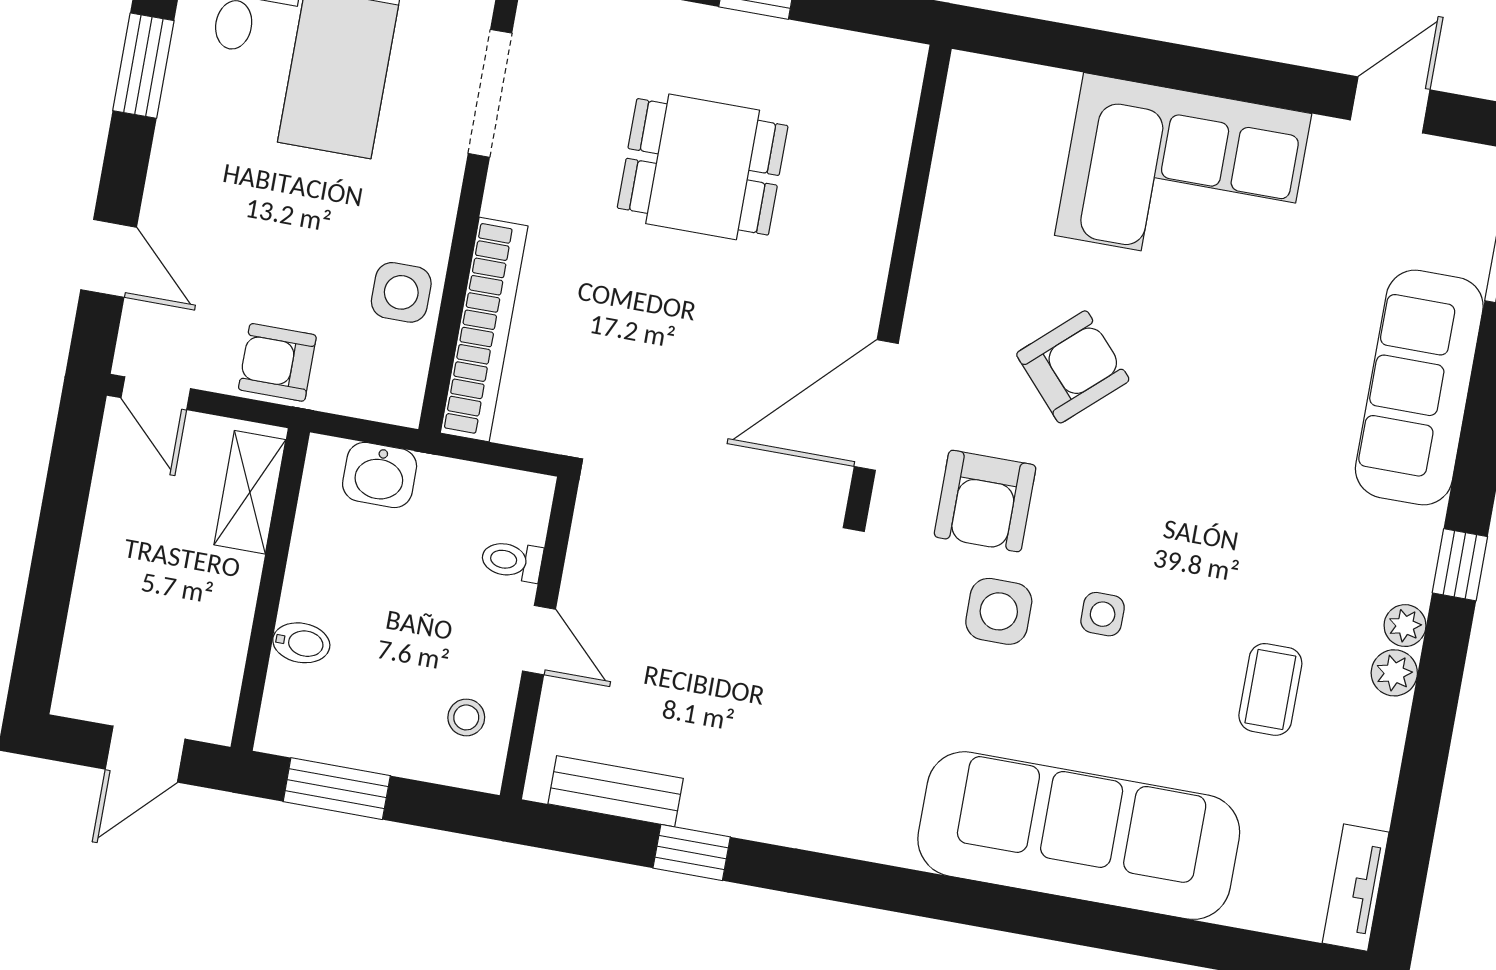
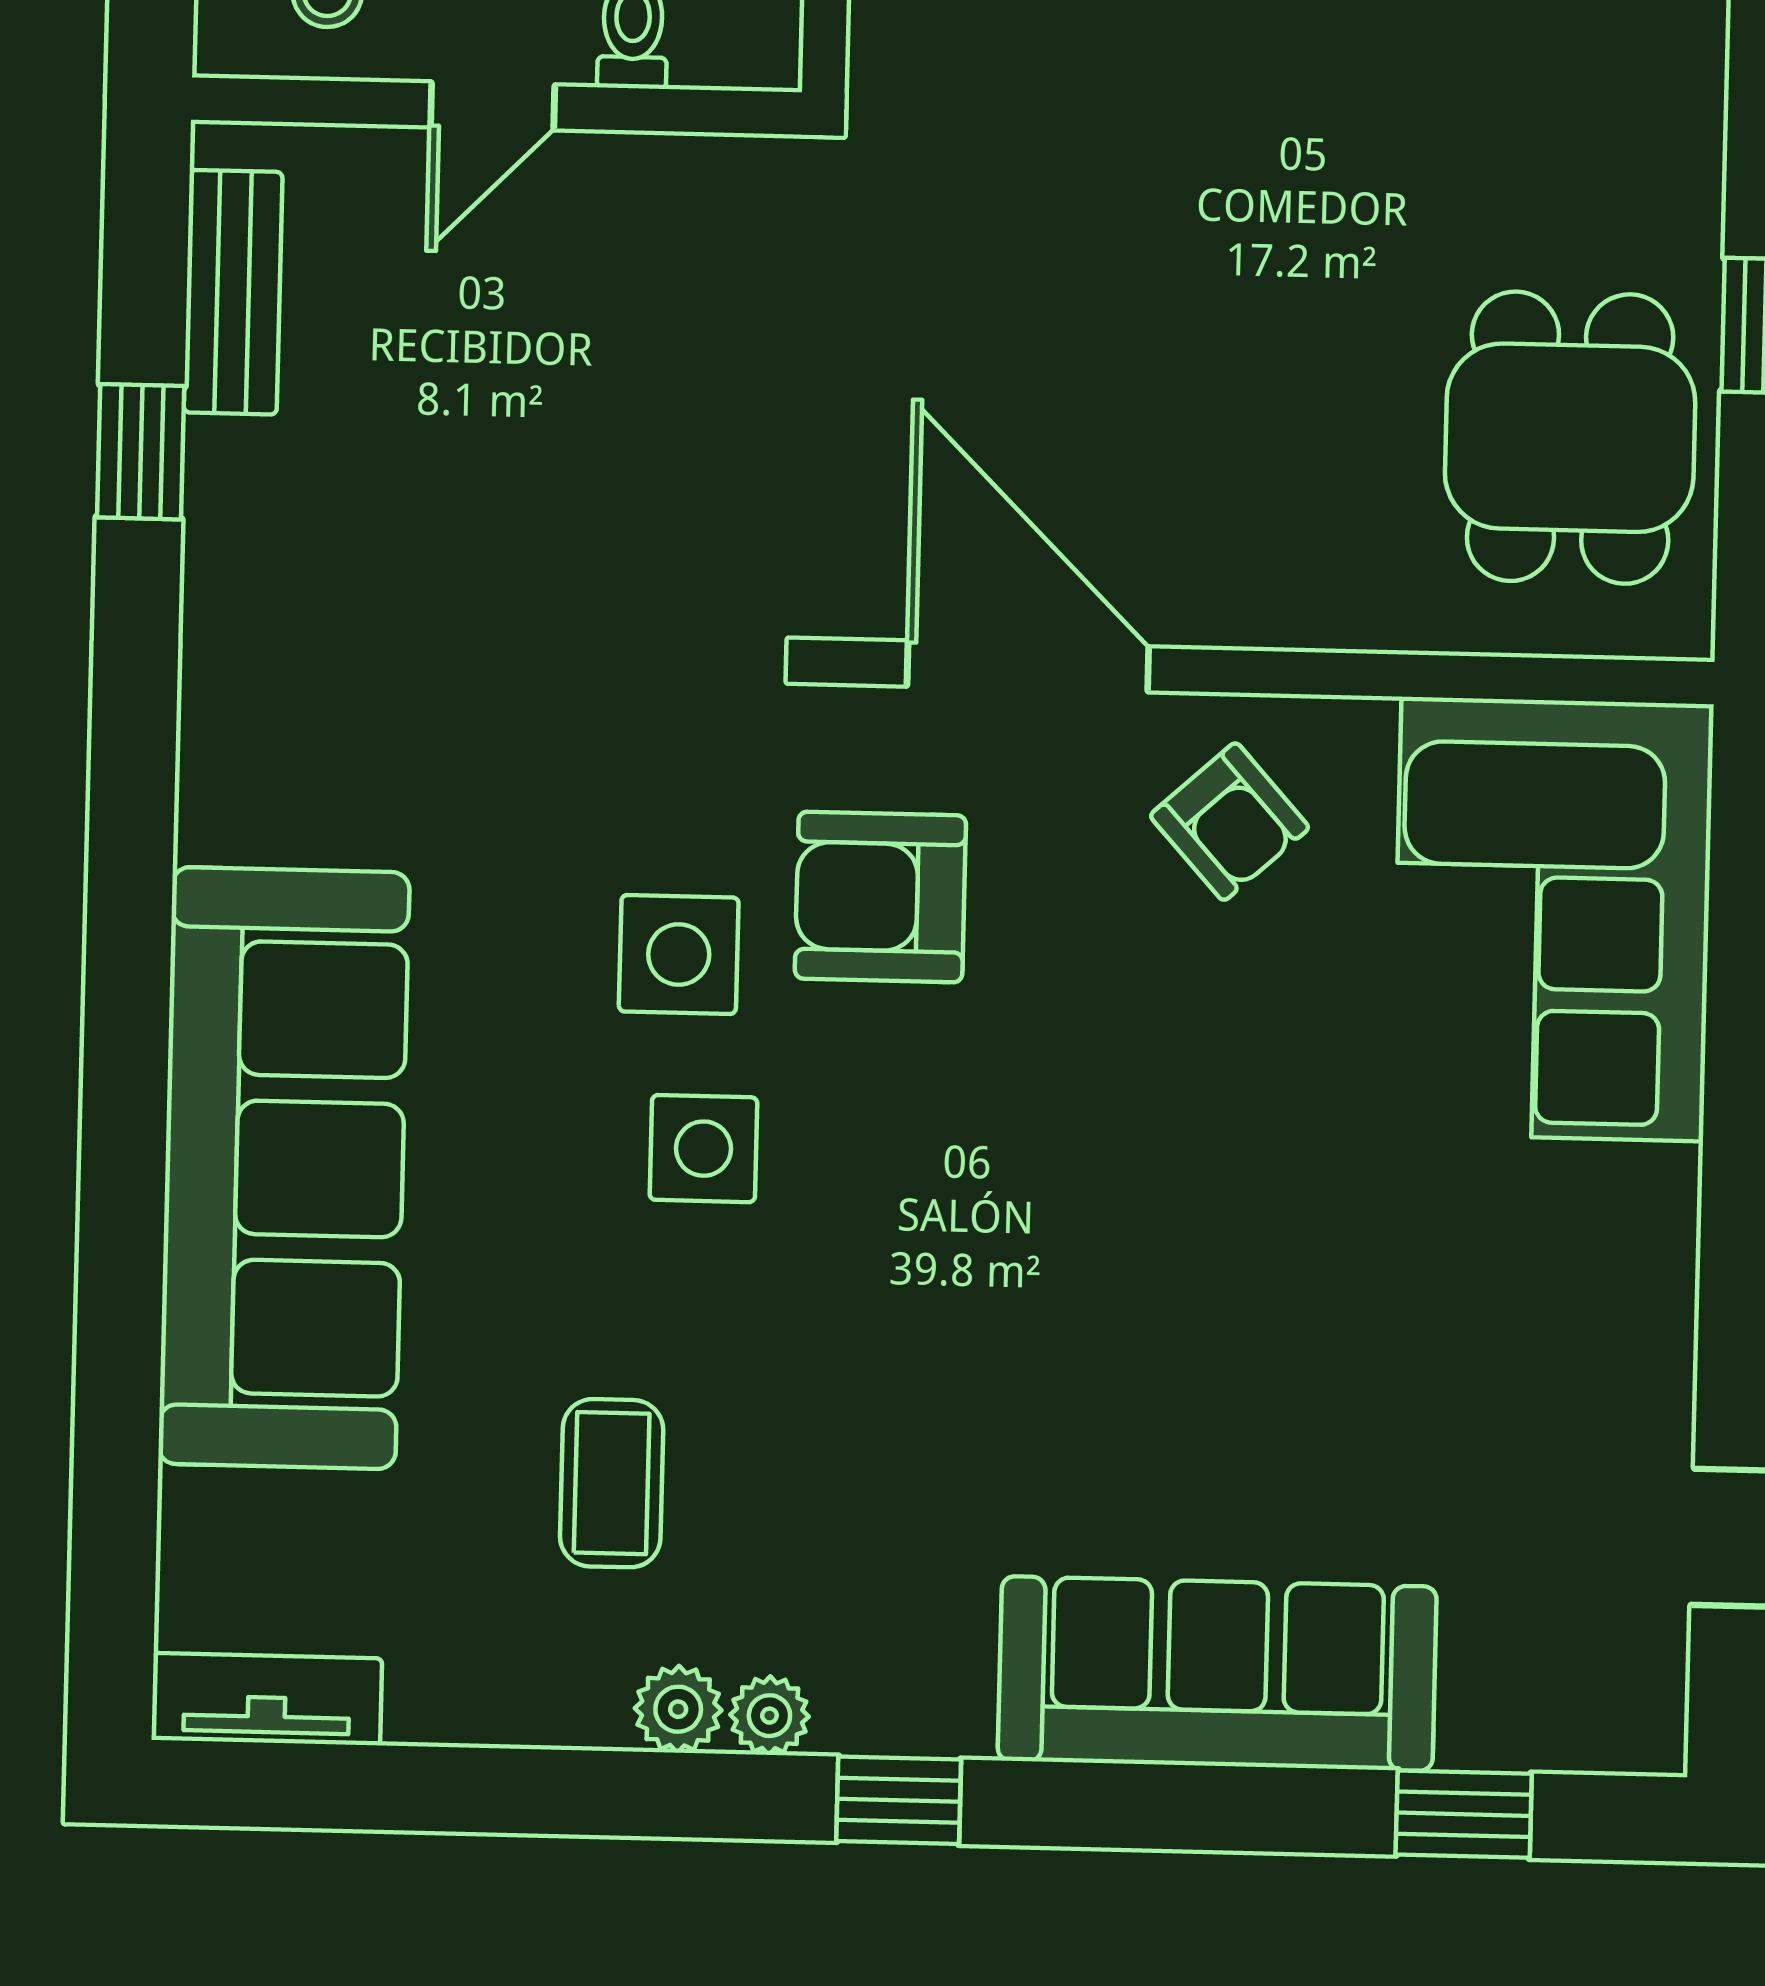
dining table: (703, 167) -> (1570, 438), moved
corner sofa: (1183, 174) -> (1552, 919), moved
armchair: (1073, 367) -> (1230, 822), moved, width x0.72, depth x0.72
side table: (1103, 614) -> (703, 1149), width x1.37, depth x1.37
coffee table: (1270, 689) -> (612, 1483), turned 90

